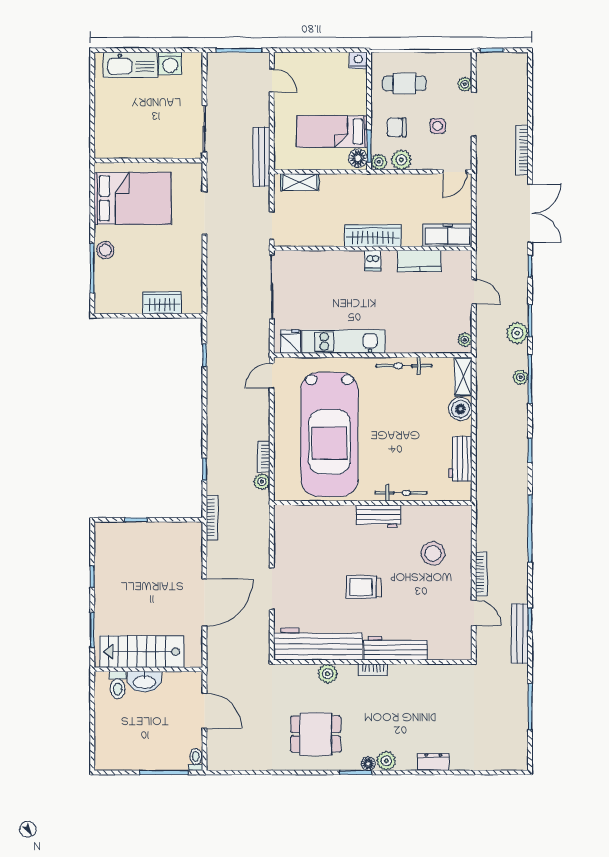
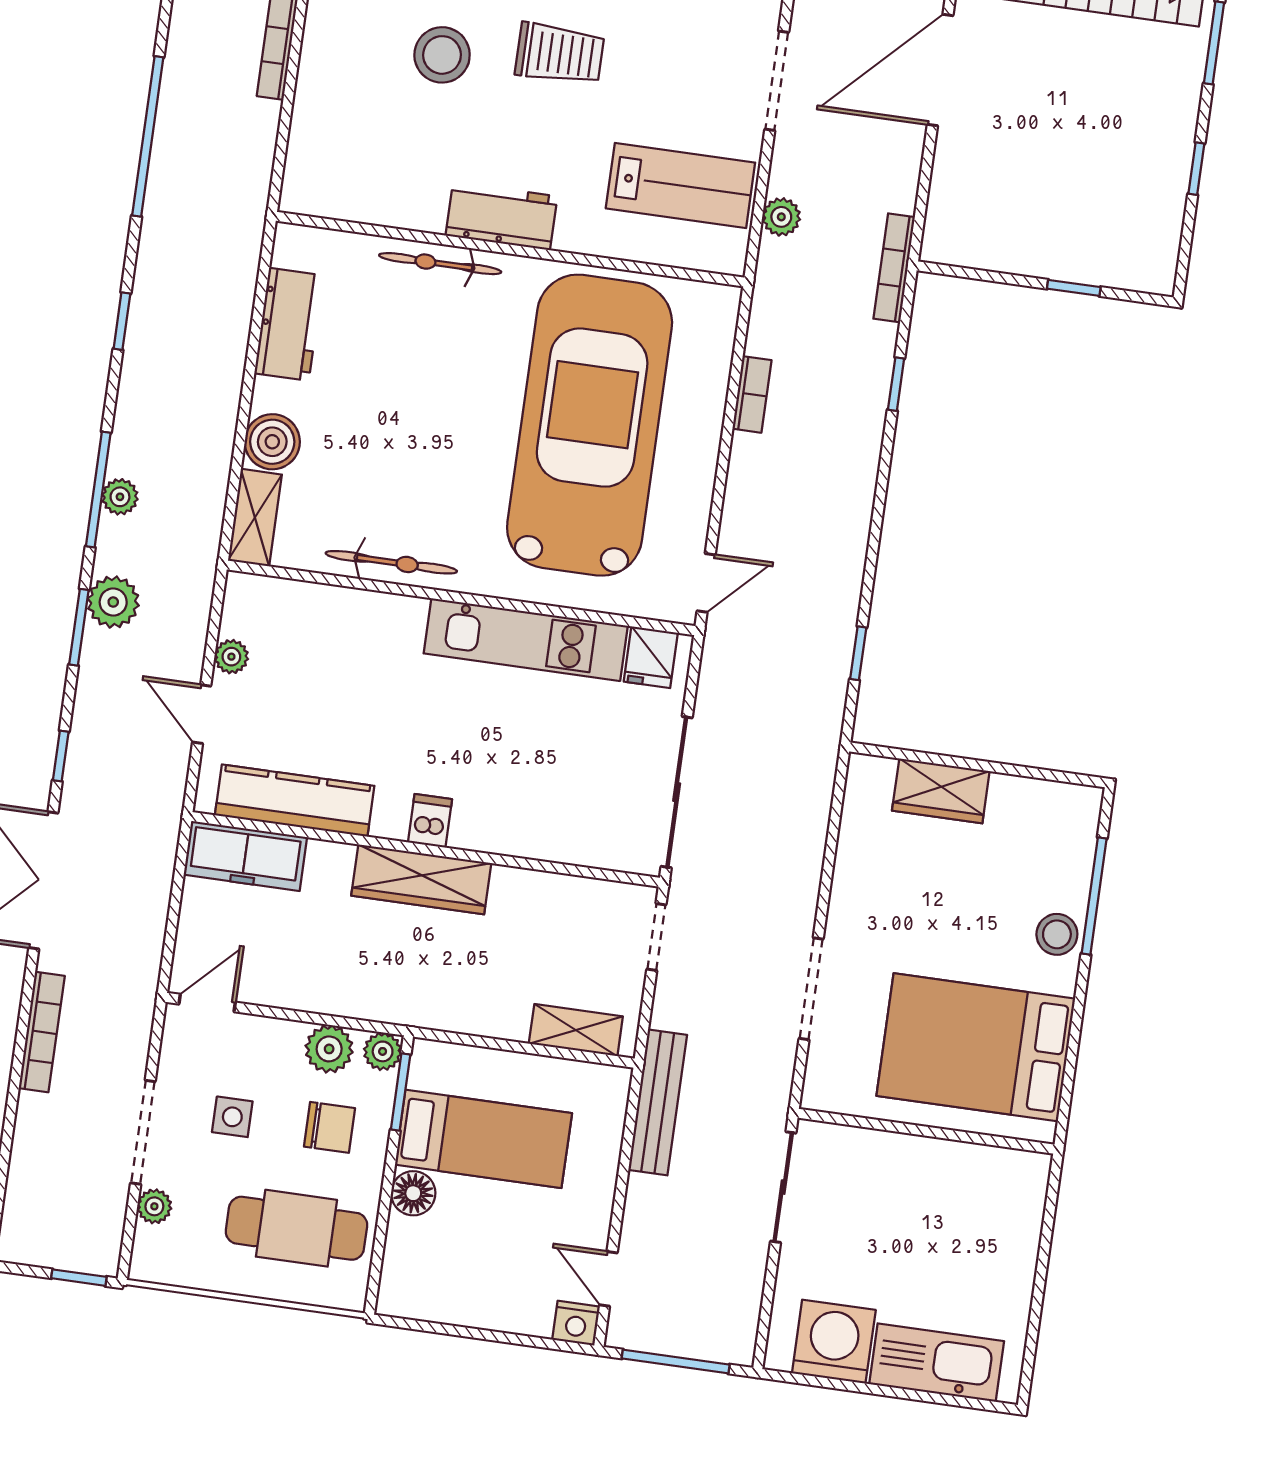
nightstand: (358, 60) -> (576, 1323), moved
washing machine: (170, 63) -> (834, 1342), width x1.37, depth x1.37
cafe table: (404, 83) -> (296, 1228), width x1.37, depth x1.35
floor lamp: (358, 158) -> (413, 1193), moved
kitchen counter: (419, 261) -> (295, 800), width x1.50
plant: (465, 340) -> (231, 657), moved
plant: (262, 482) -> (781, 217), moved
lab bench: (306, 539) -> (680, 186), added
stool: (433, 553) -> (442, 55), moved

